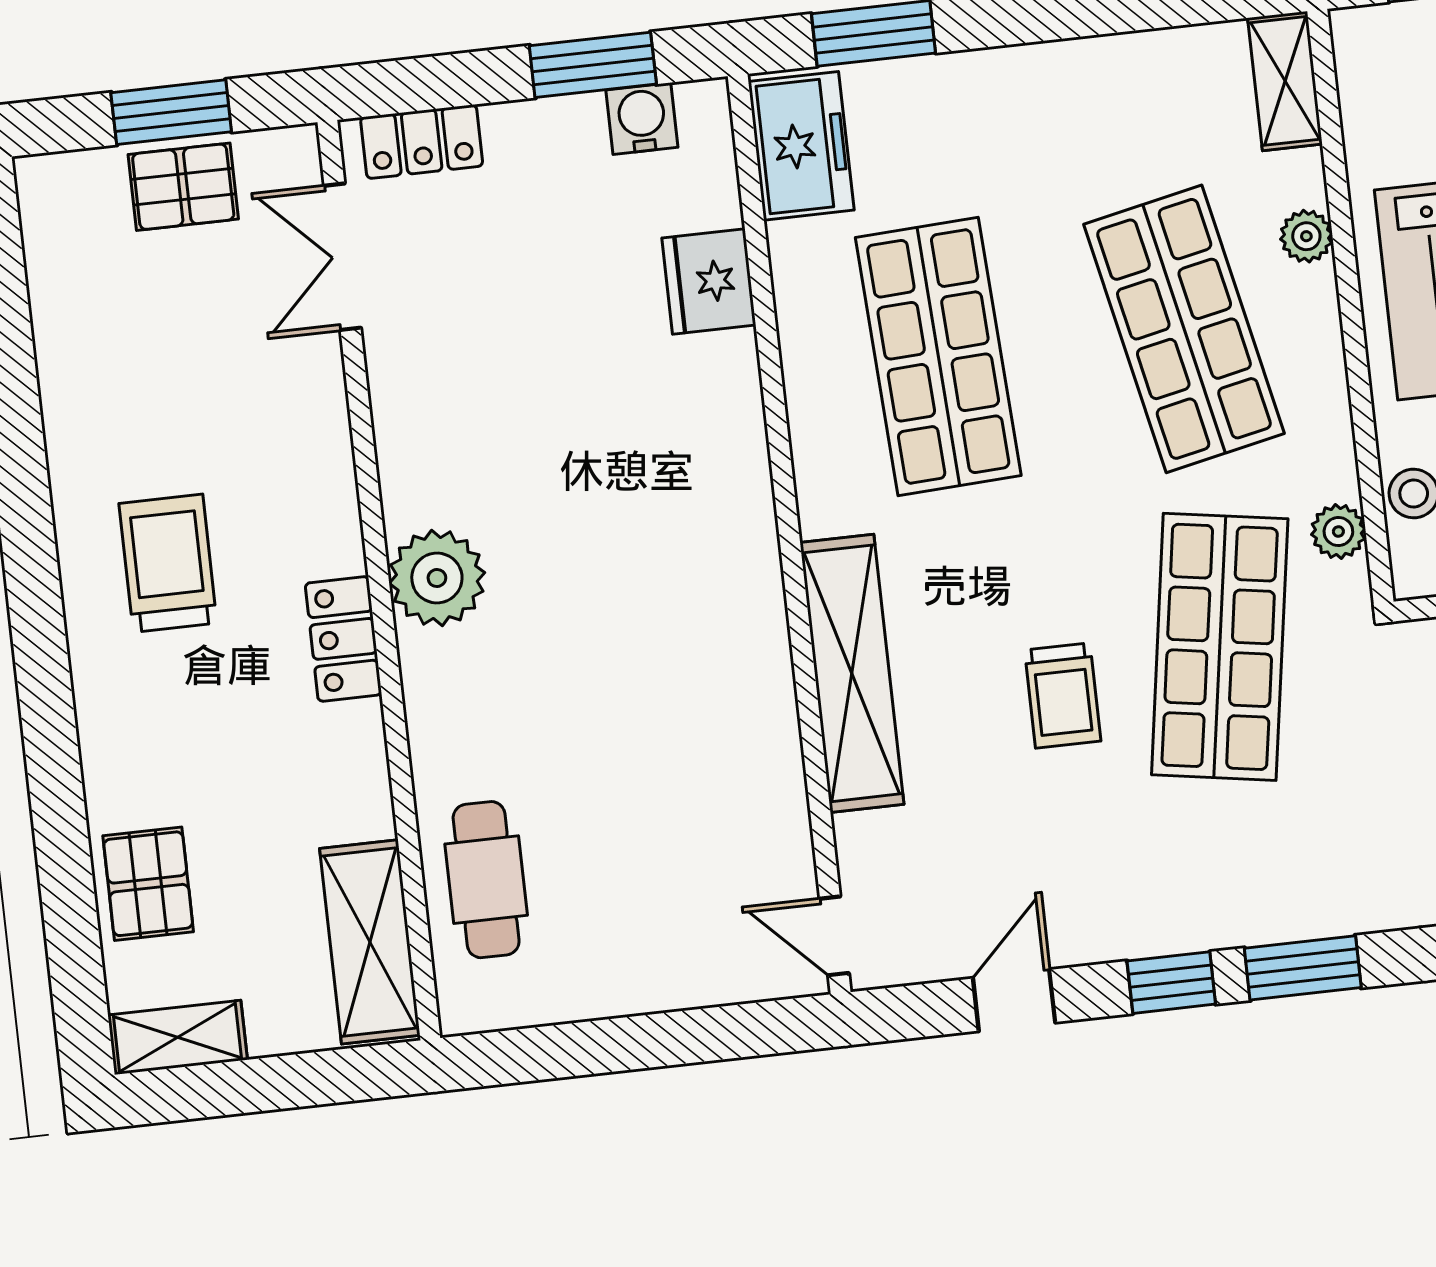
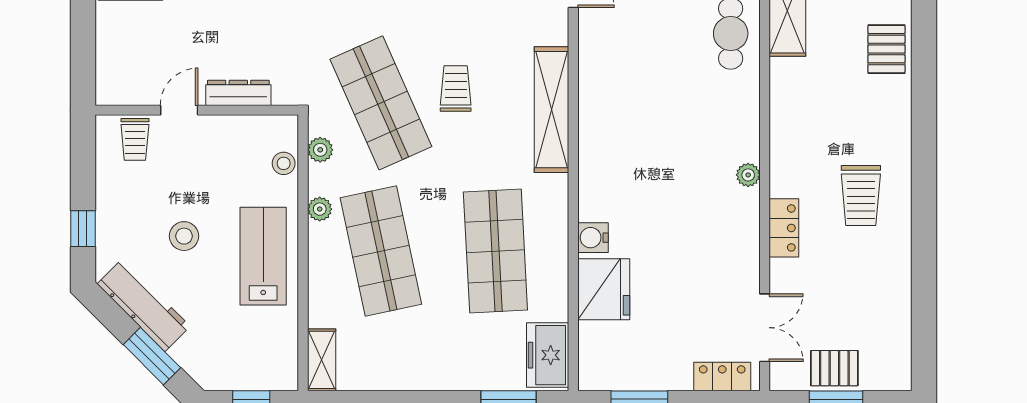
water cooler: (642, 119) -> (593, 238), moved, turned 90
plant: (1306, 236) -> (320, 209), moved
fridge: (709, 281) -> (604, 289), width x1.36, depth x1.34
plant: (437, 578) -> (748, 175), width x0.53, depth x0.53
locker: (343, 639) -> (784, 228), moved
shop shelf: (1220, 647) -> (381, 103), turned -33

